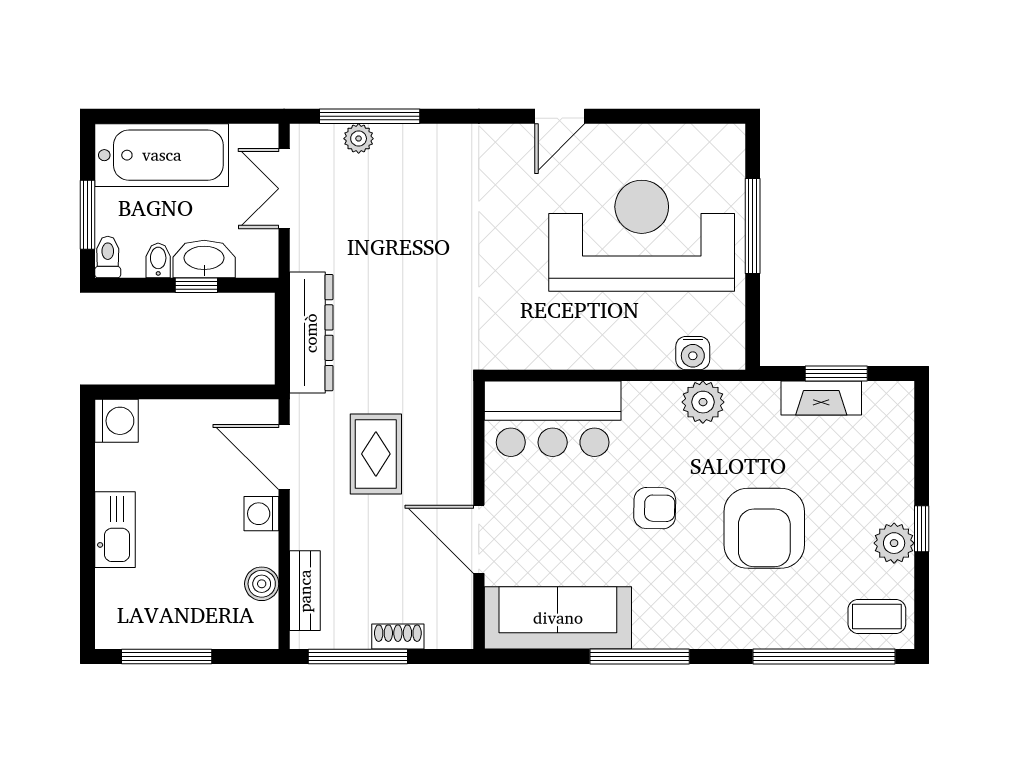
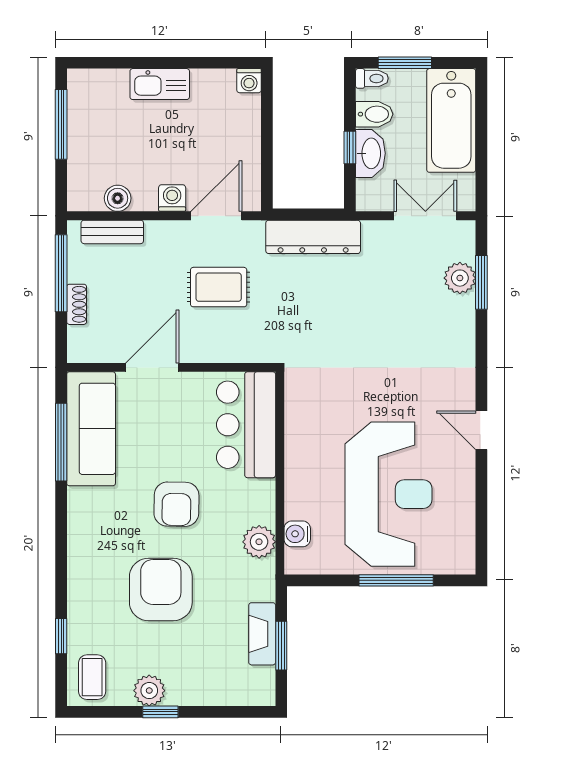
window: (370, 116) -> (481, 282), width x0.69
plant: (359, 139) -> (460, 278), width x1.38, depth x1.38
bidet: (158, 260) -> (374, 114), width x1.38, depth x1.36
washing machine: (116, 421) -> (249, 81), width x0.73, depth x0.73
armchair: (655, 508) -> (176, 504), width x1.38, depth x1.38
armchair: (764, 528) -> (161, 589), turned 90
window: (640, 656) -> (61, 442), moved
window: (824, 656) -> (61, 636), width x0.32

